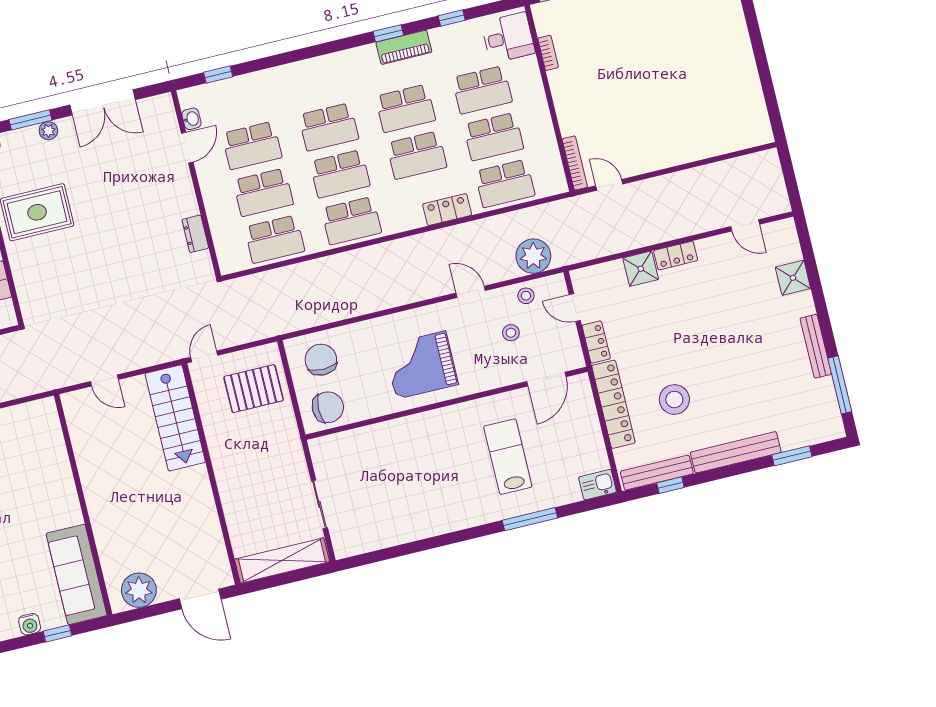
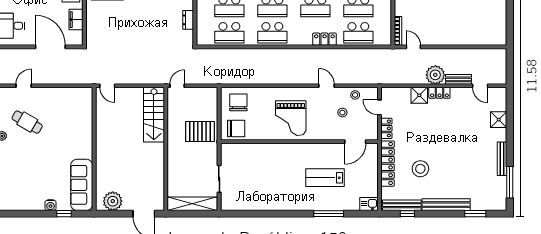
bench: (704, 223) -> (459, 79), added
plant: (533, 256) -> (435, 75), moved
grand piano: (421, 365) -> (291, 118), turned -90
door: (104, 380) -> (107, 86), moved
pallet: (254, 389) -> (200, 132), moved
lab bench: (508, 457) -> (325, 178), turned -90

